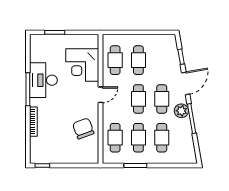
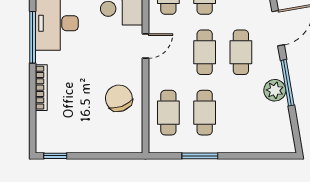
plant: (181, 111) -> (275, 90), moved
cafe table: (162, 138) -> (241, 113), removed

